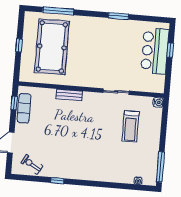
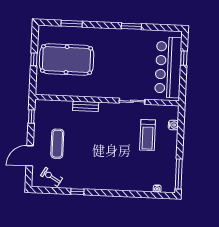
window: (58, 11) -> (72, 24), width x0.69
pool table: (52, 47) -> (67, 60), turned 90
bar counter: (155, 51) -> (168, 67), width x1.36
water cooler: (158, 102) -> (173, 125), moved
exercise mat: (24, 108) -> (57, 144), moved

